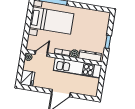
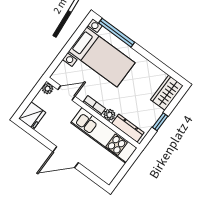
wardrobe: (103, 22) -> (167, 93), added

